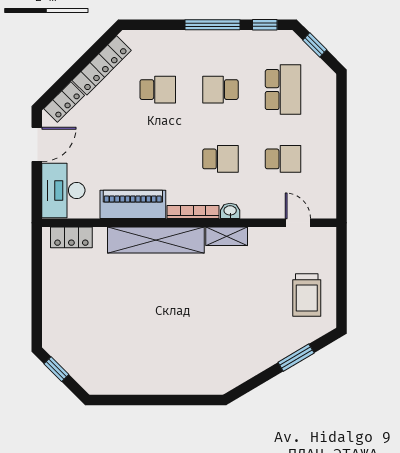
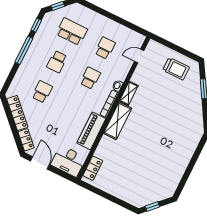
shelving: (156, 240) -> (118, 121), width x0.68

